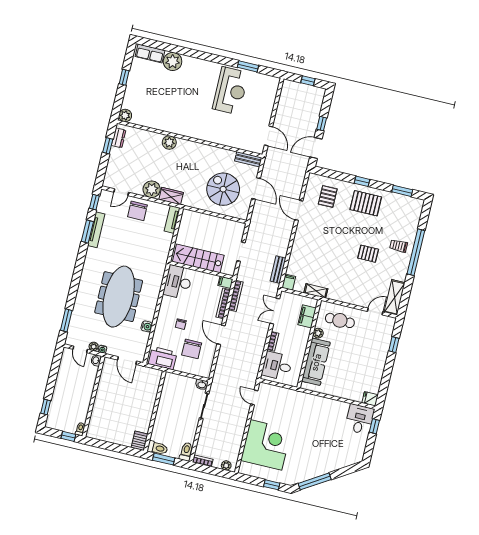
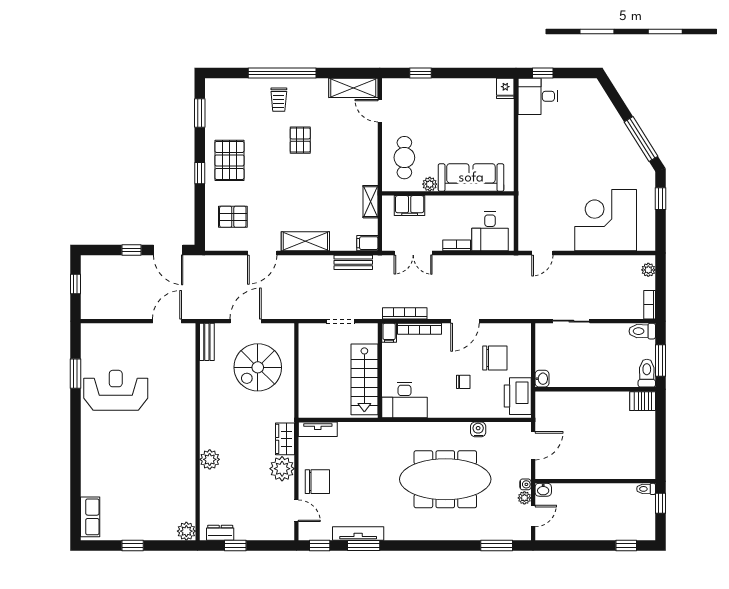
plant: (173, 61) -> (94, 482), removed
shelving: (300, 241) -> (305, 241), added
washbasin: (202, 385) -> (542, 379), moved

